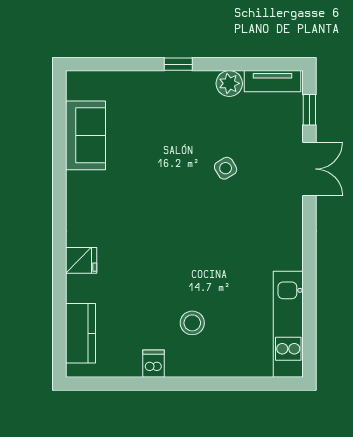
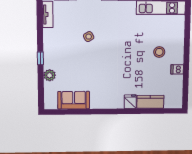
plant: (229, 83) -> (50, 75), moved
kitchen counter: (80, 333) -> (150, 102), moved

